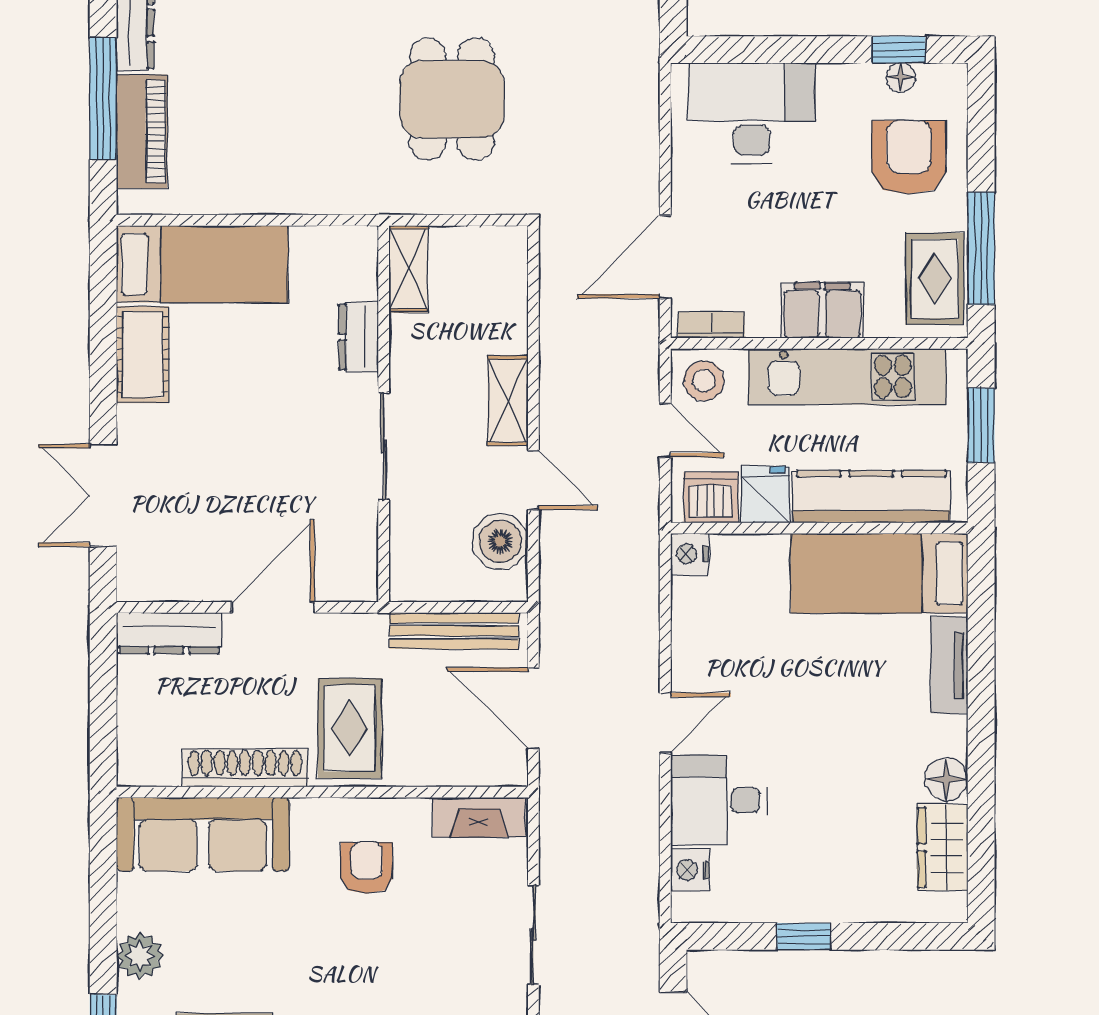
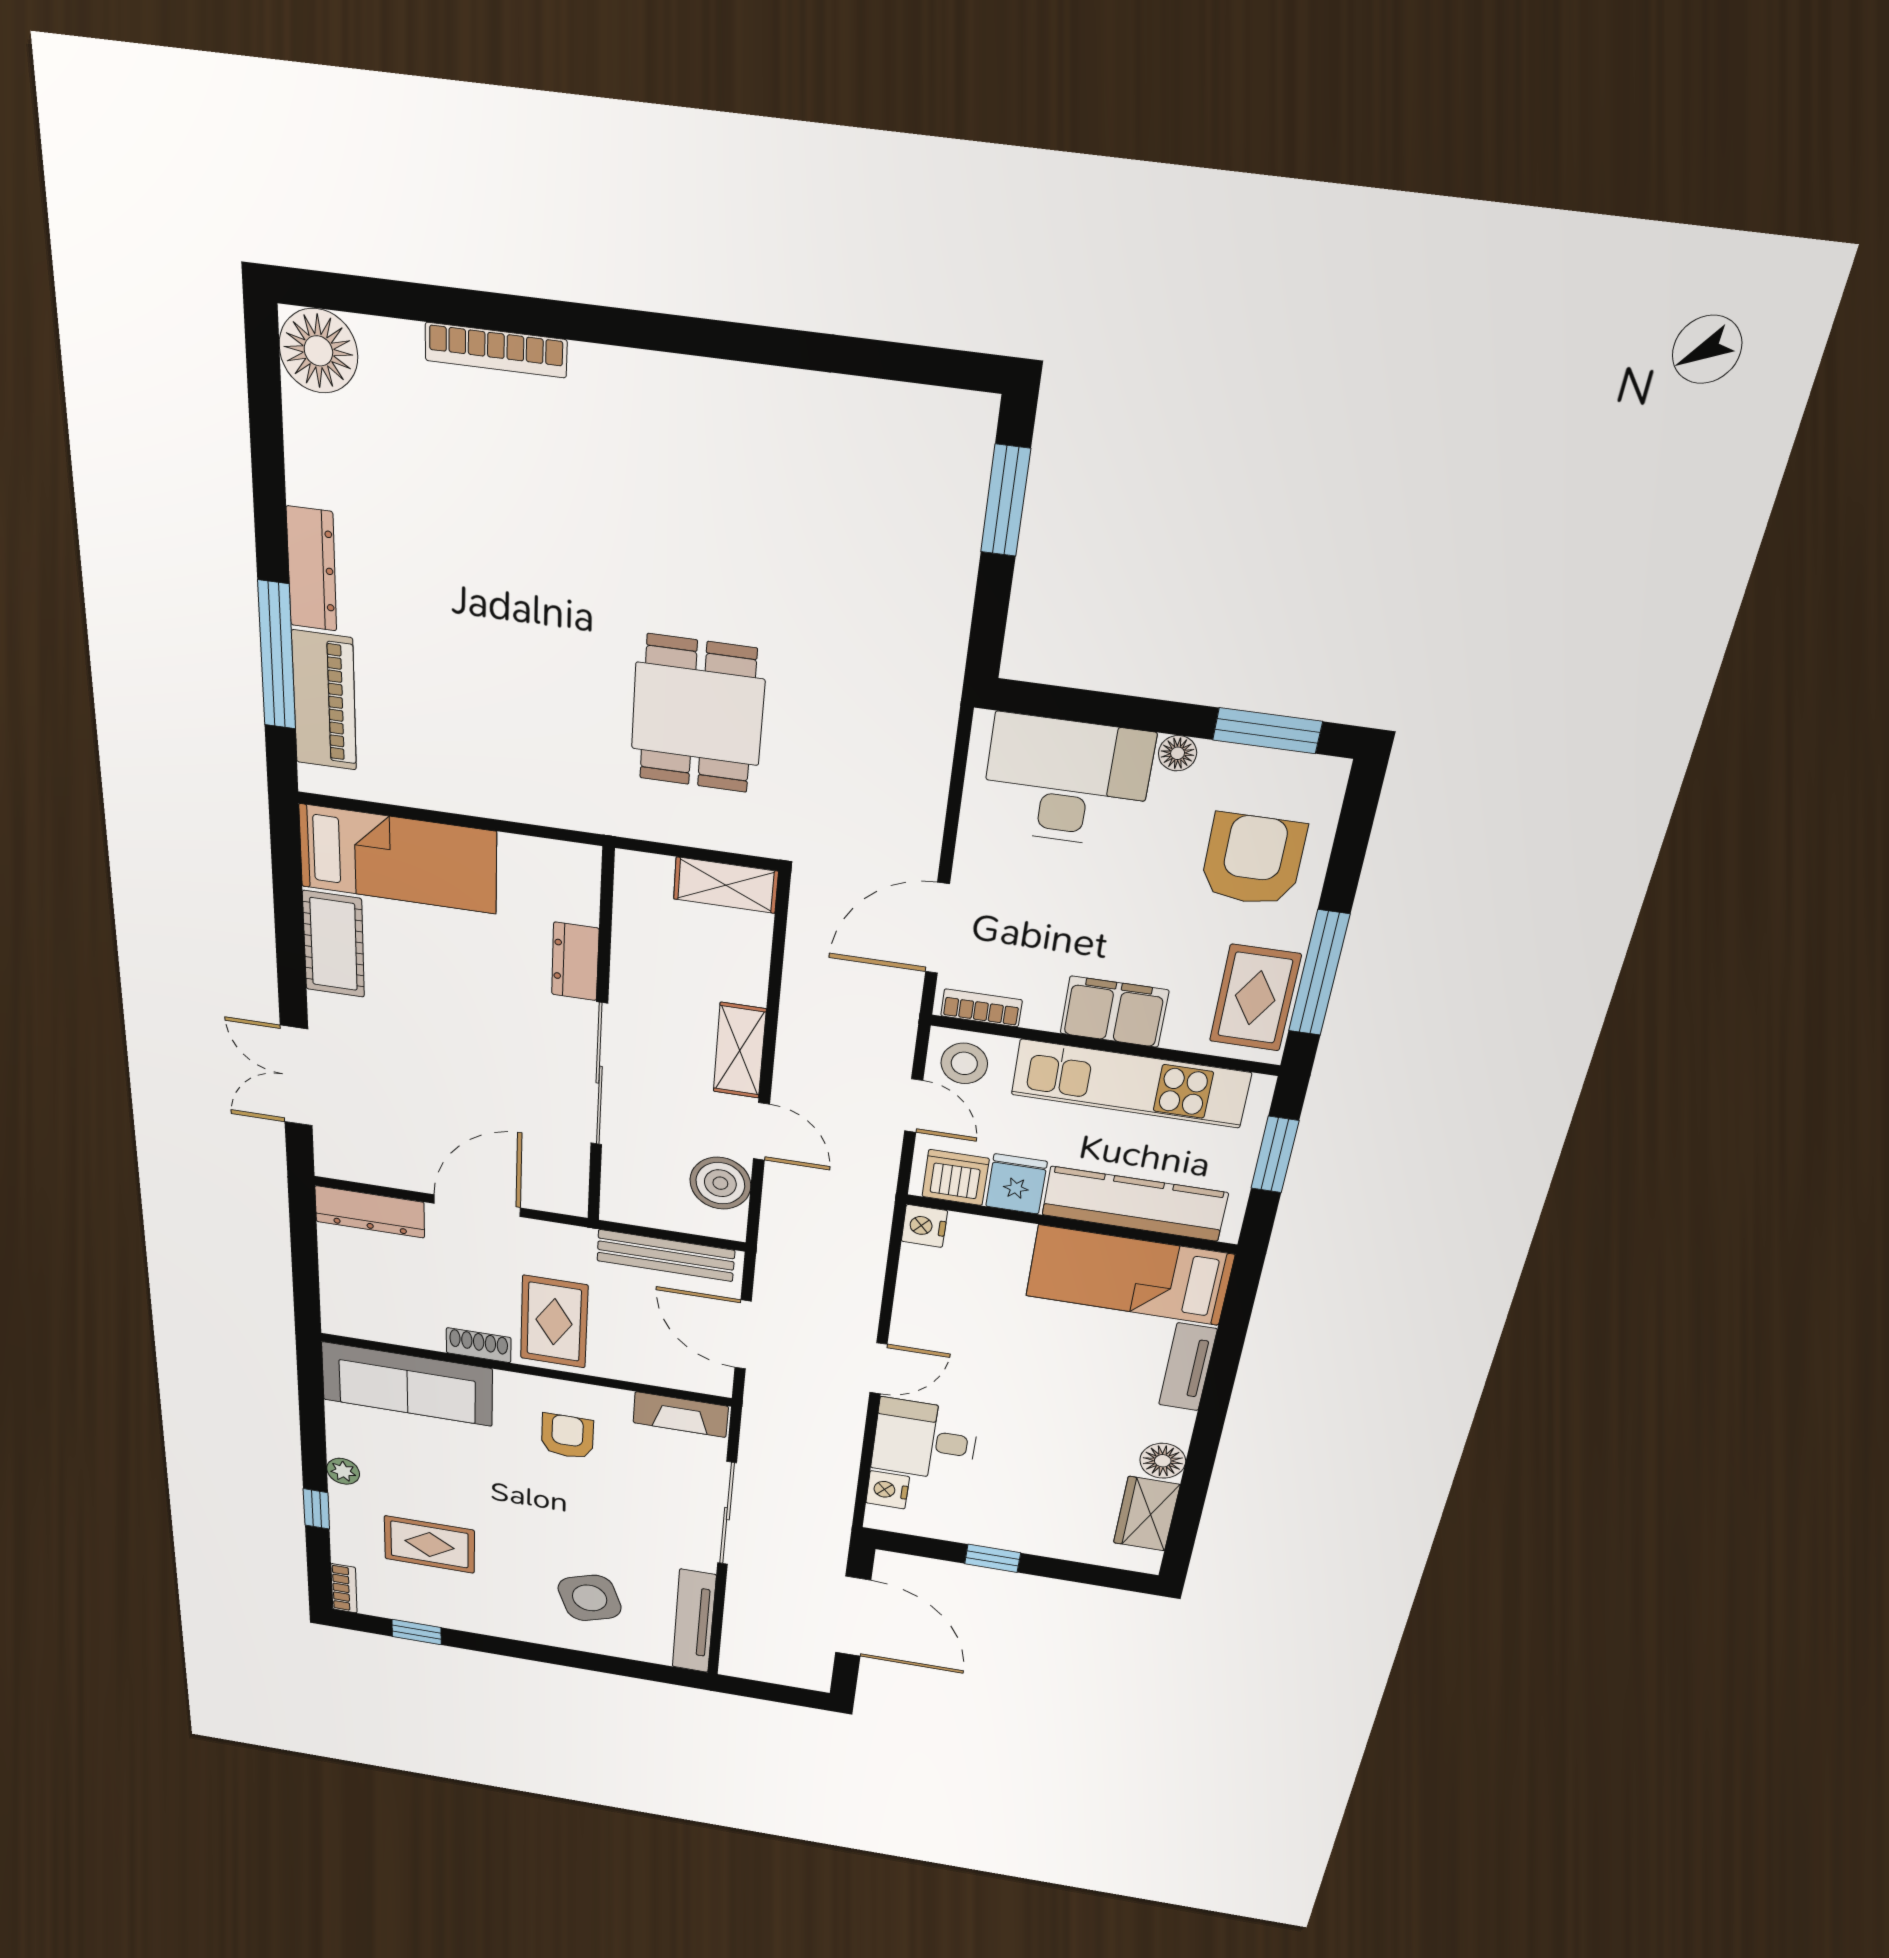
window: (899, 50) -> (1267, 731), width x1.50
floor lamp: (901, 77) -> (1178, 753), moved
shelving: (408, 269) -> (726, 885), moved, turned 90
sliding door: (384, 446) -> (599, 1075), width x1.37
shoe rack: (245, 768) -> (479, 1345), width x0.51, depth x0.81
sliding door: (533, 935) -> (727, 1514), width x1.37
plant: (140, 956) -> (343, 1471), width x0.73, depth x0.73

